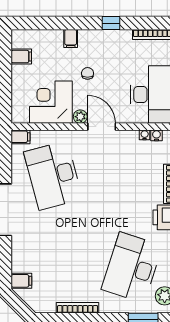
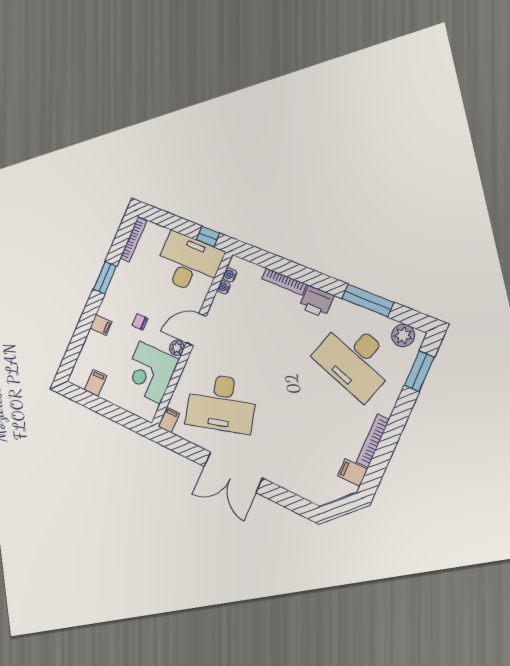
window: (111, 23) -> (105, 278), width x1.50
filing cabinet: (21, 281) -> (353, 473), moved, turned -90

